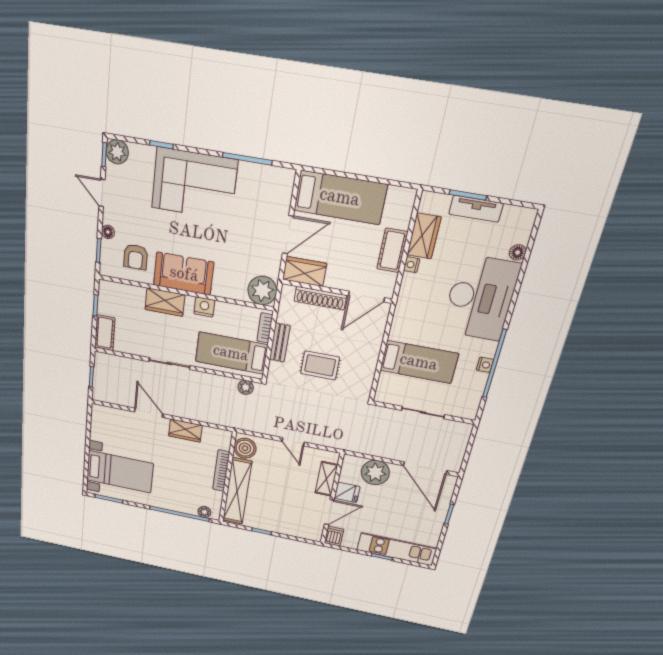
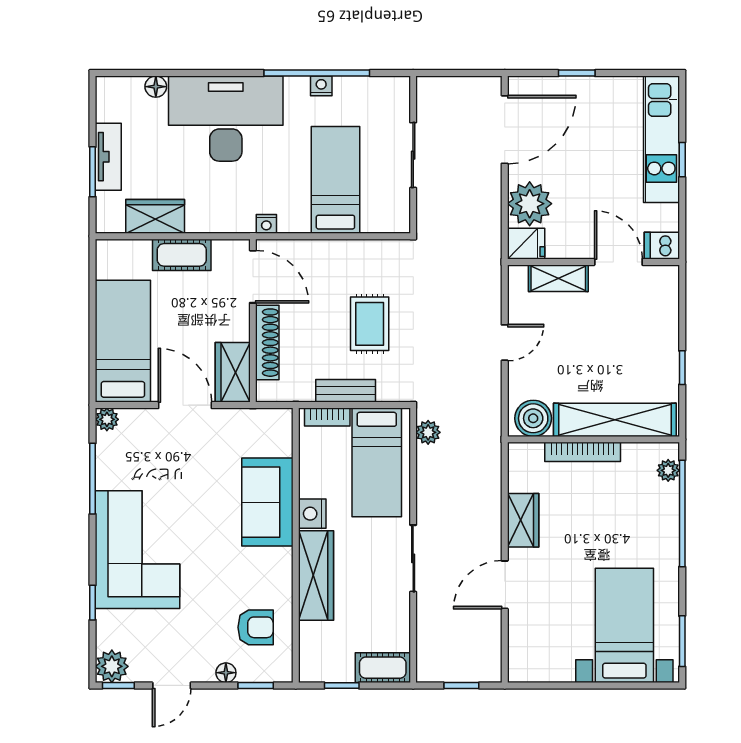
nightstand: (412, 265) -> (266, 224), moved
sofa: (184, 274) -> (267, 502), moved
plant: (262, 291) -> (107, 419), moved, width x0.53, depth x0.53
wardrobe: (165, 302) -> (316, 576), width x1.50
fridge: (347, 492) -> (526, 244), moved, turned 90

